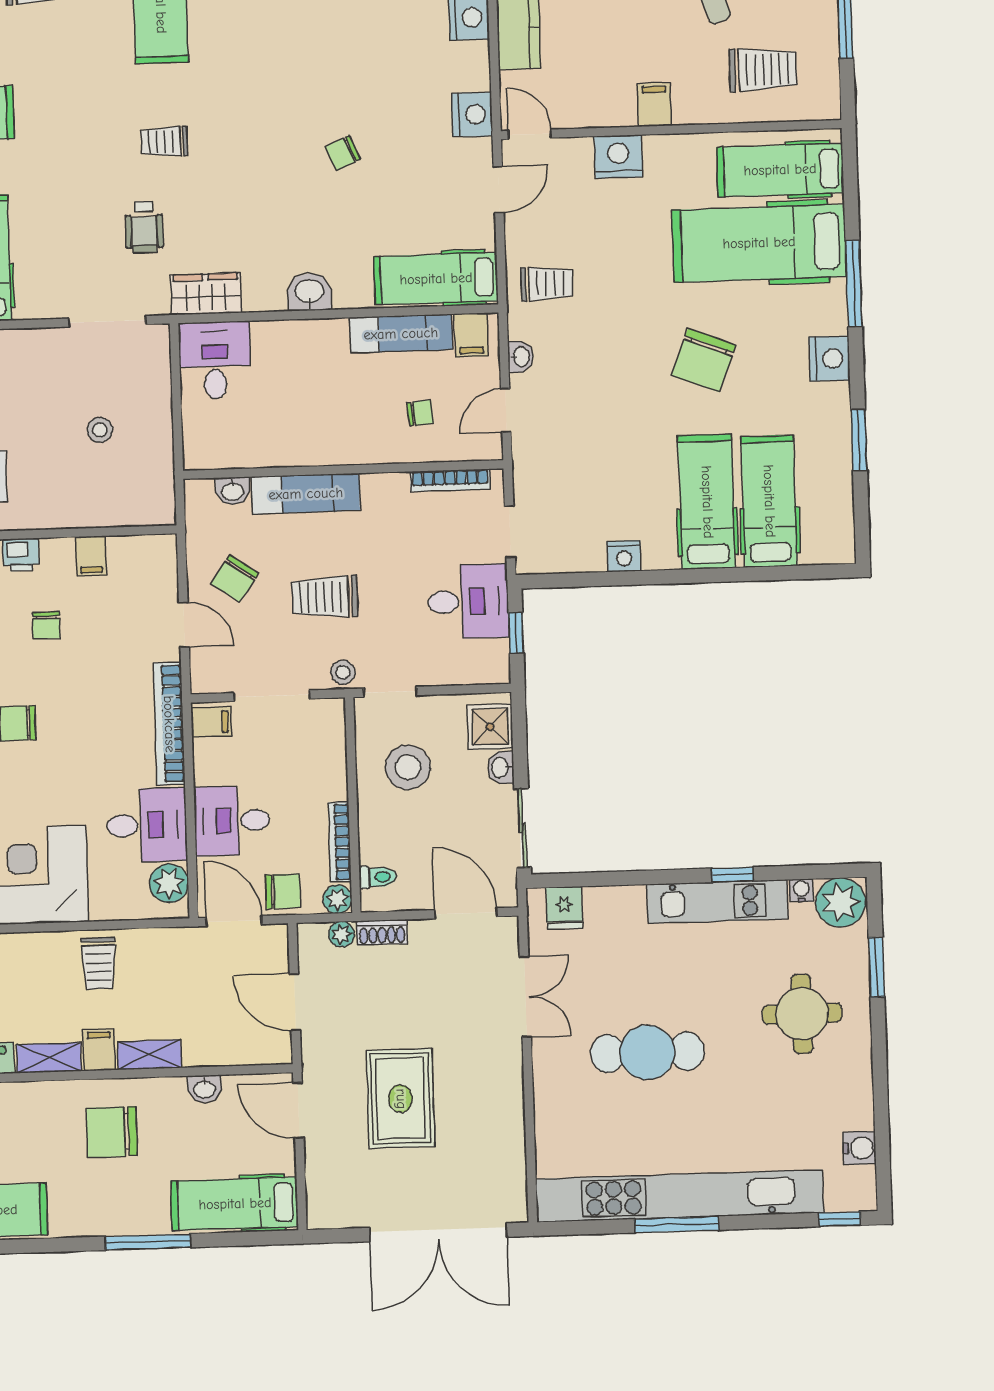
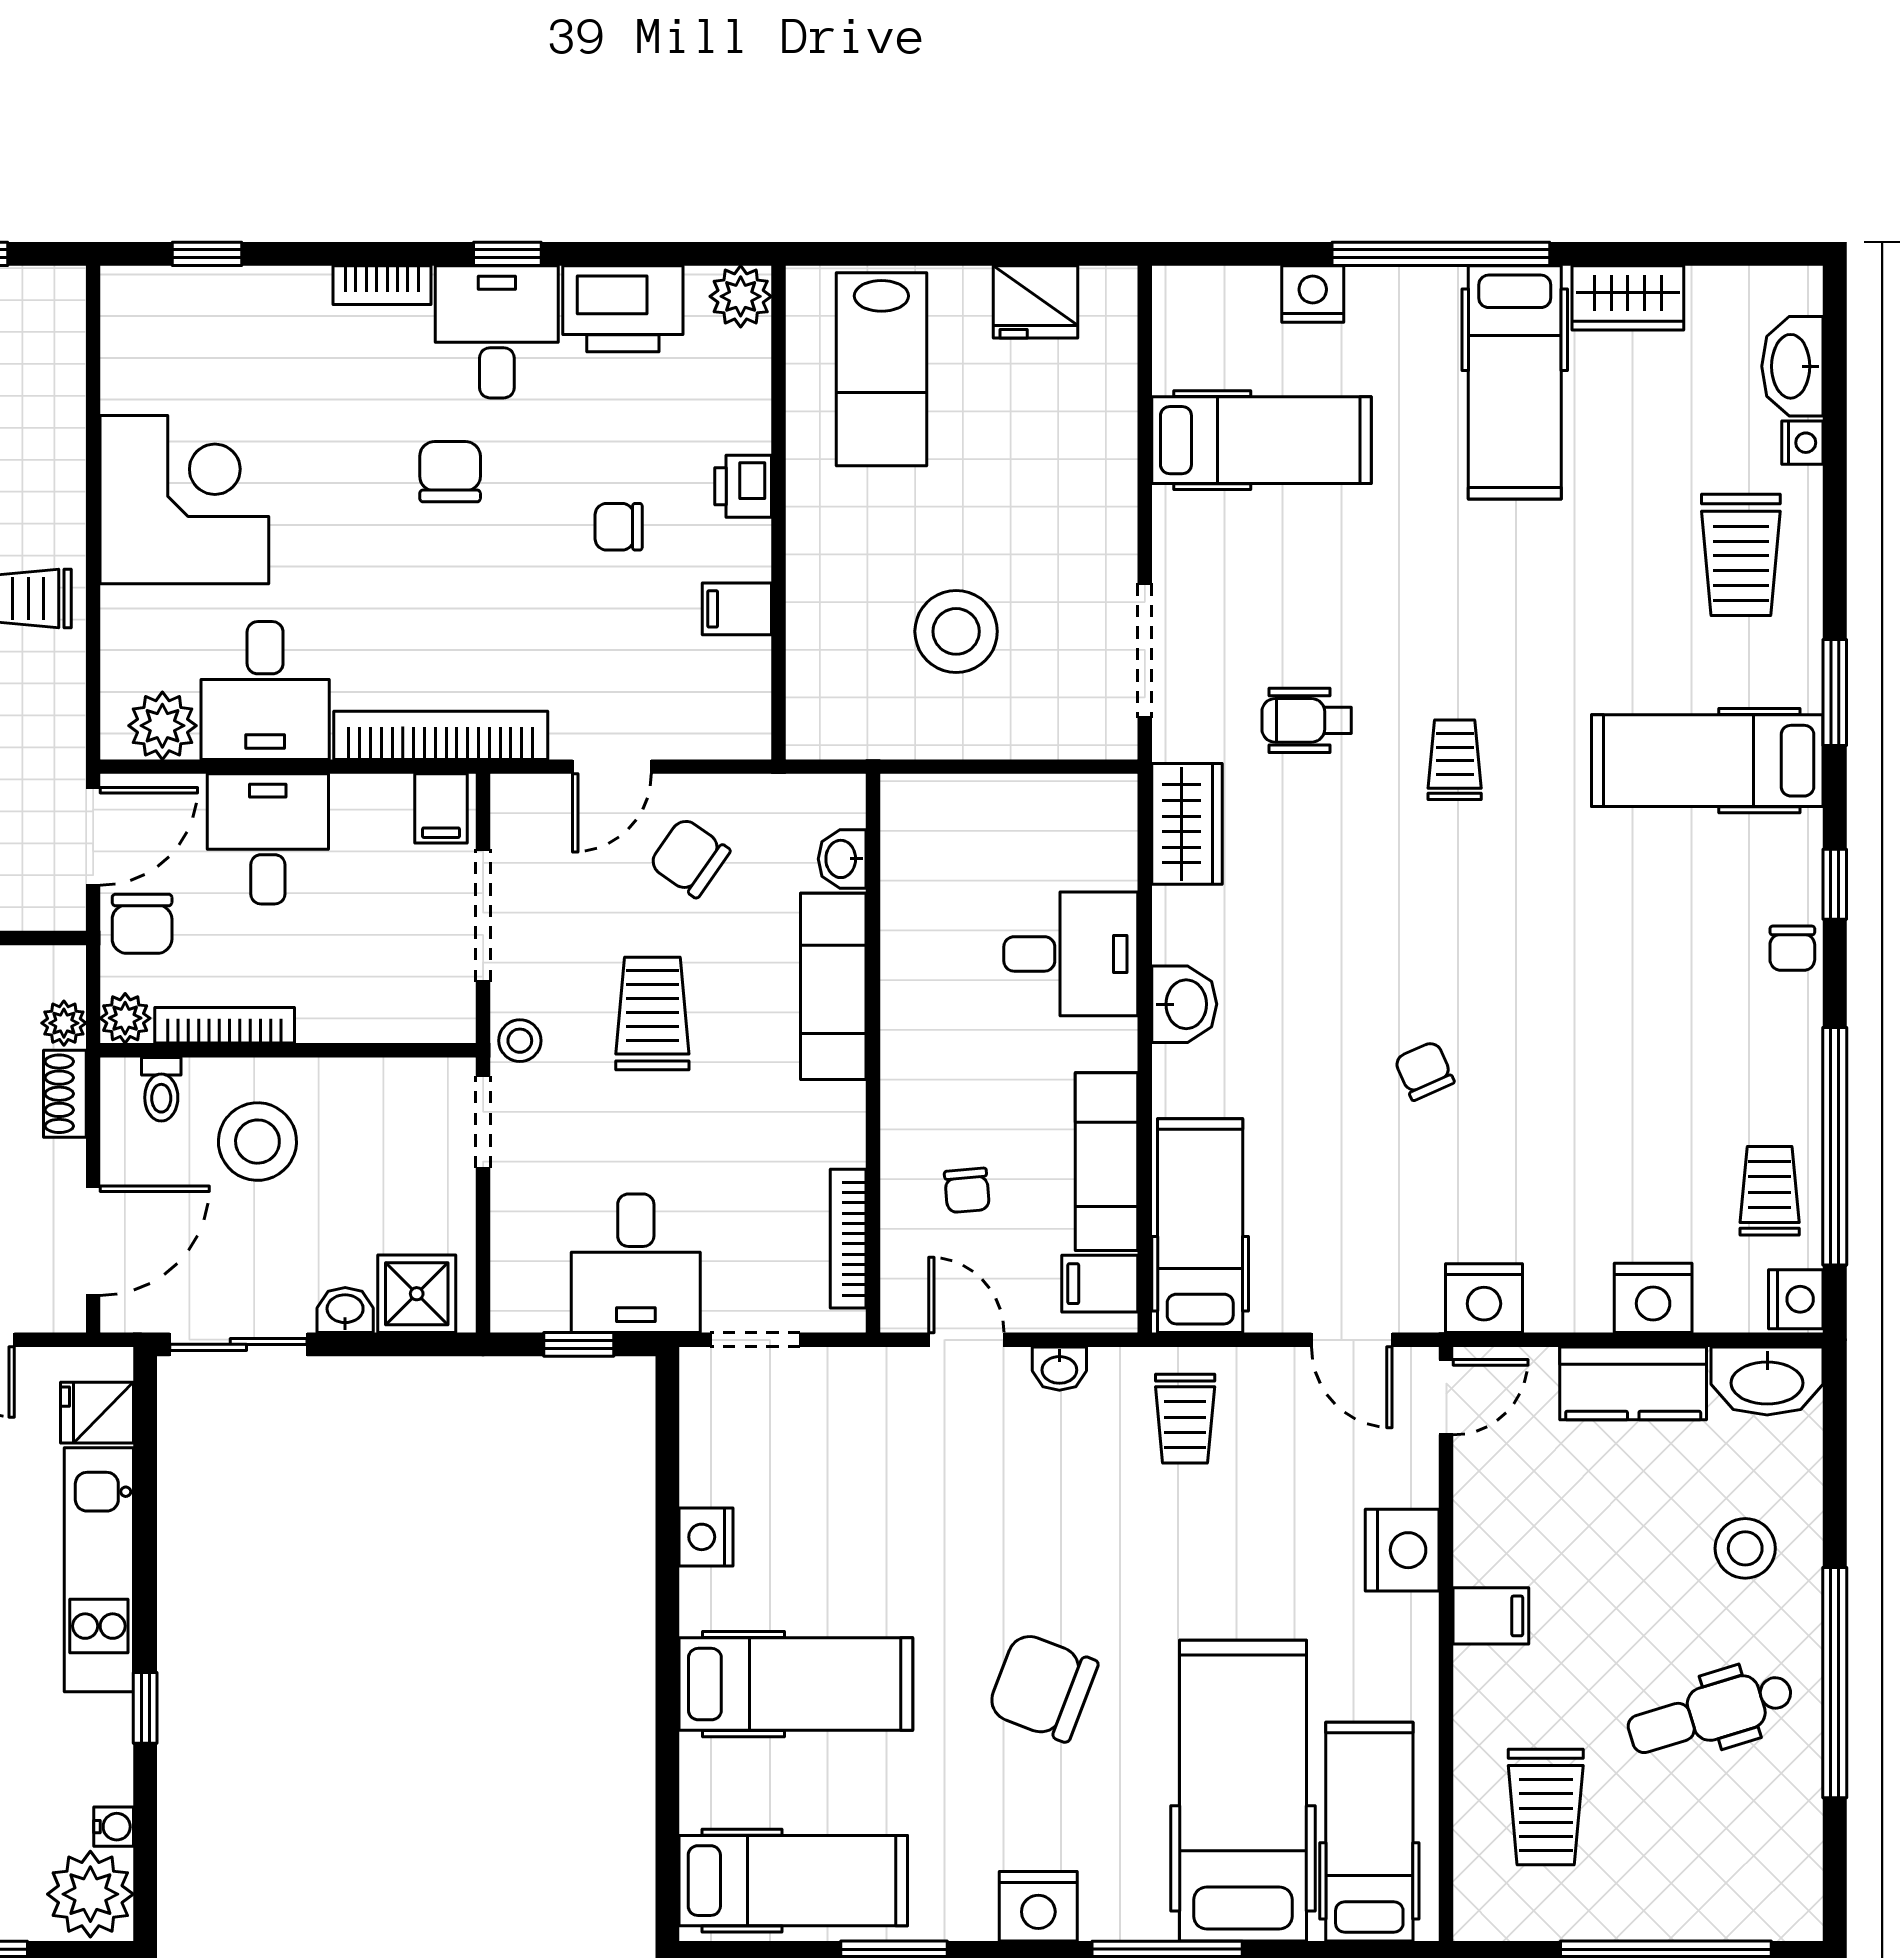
desk: (215, 360) -> (1071, 954), moved
stool: (100, 430) -> (956, 631), width x1.89, depth x1.89
hospital bed: (769, 501) -> (793, 1881), moved
stool: (408, 767) -> (257, 1142), moved
kitchen unit: (718, 902) -> (99, 1570), moved

